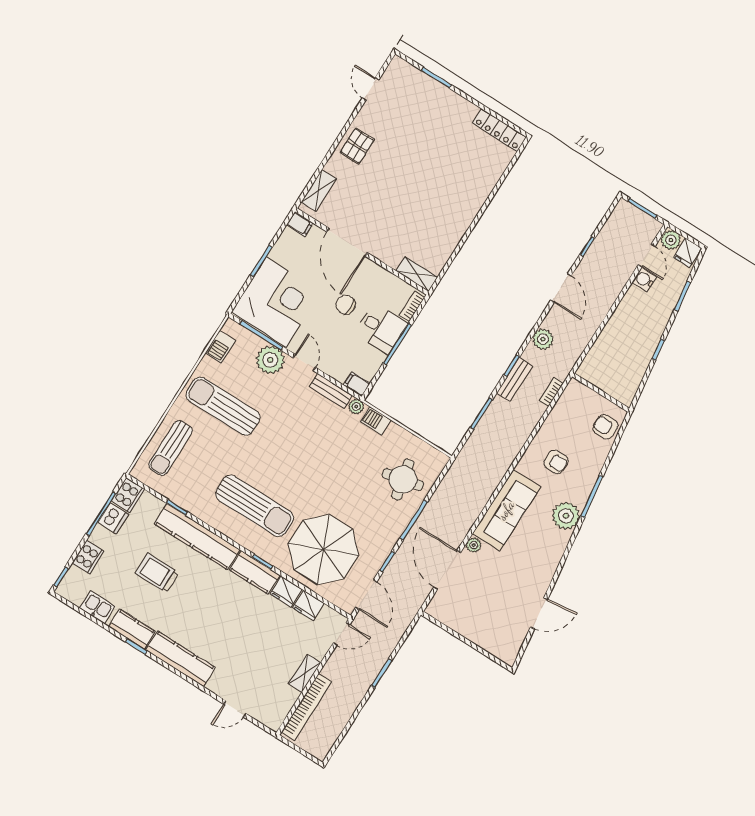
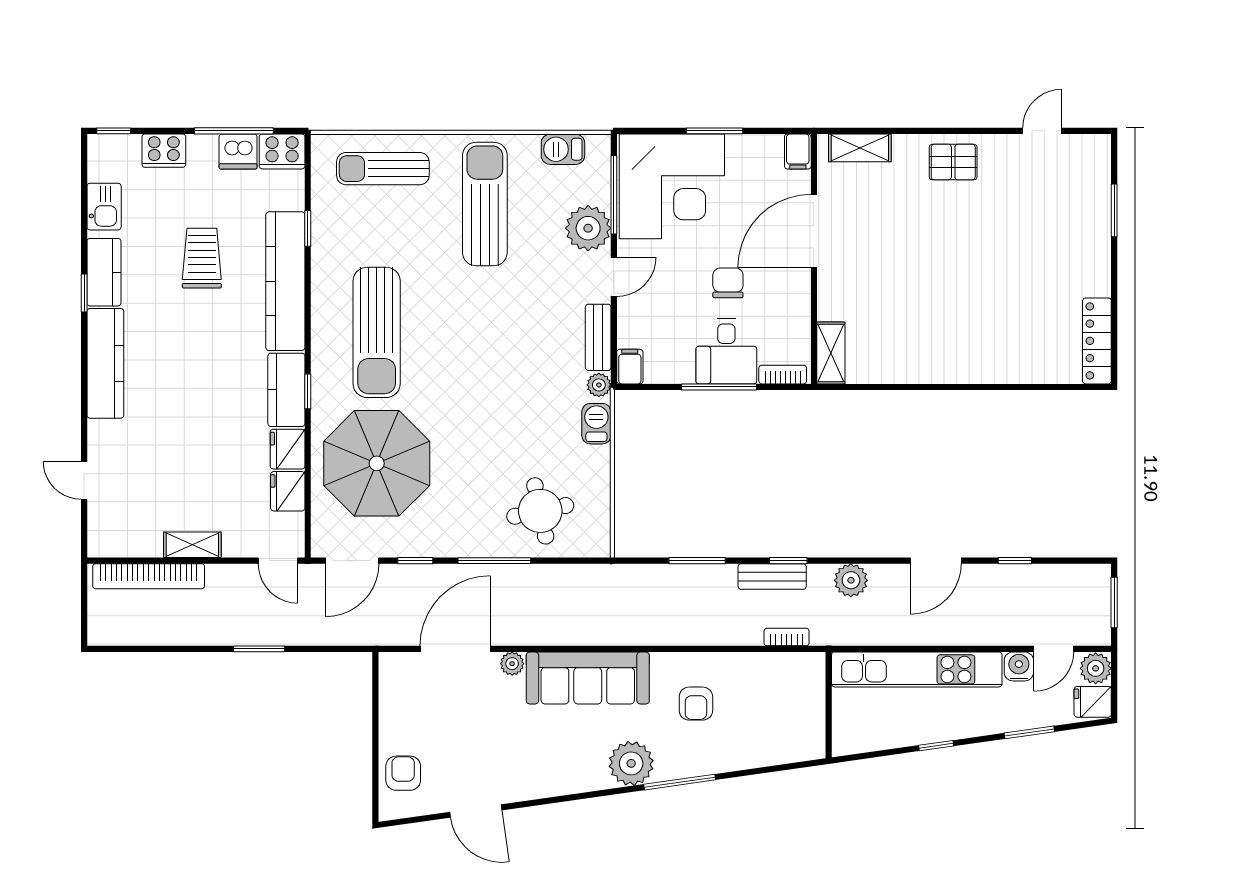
kitchen unit: (612, 334) -> (917, 669), added
armchair: (605, 427) -> (403, 773), moved

